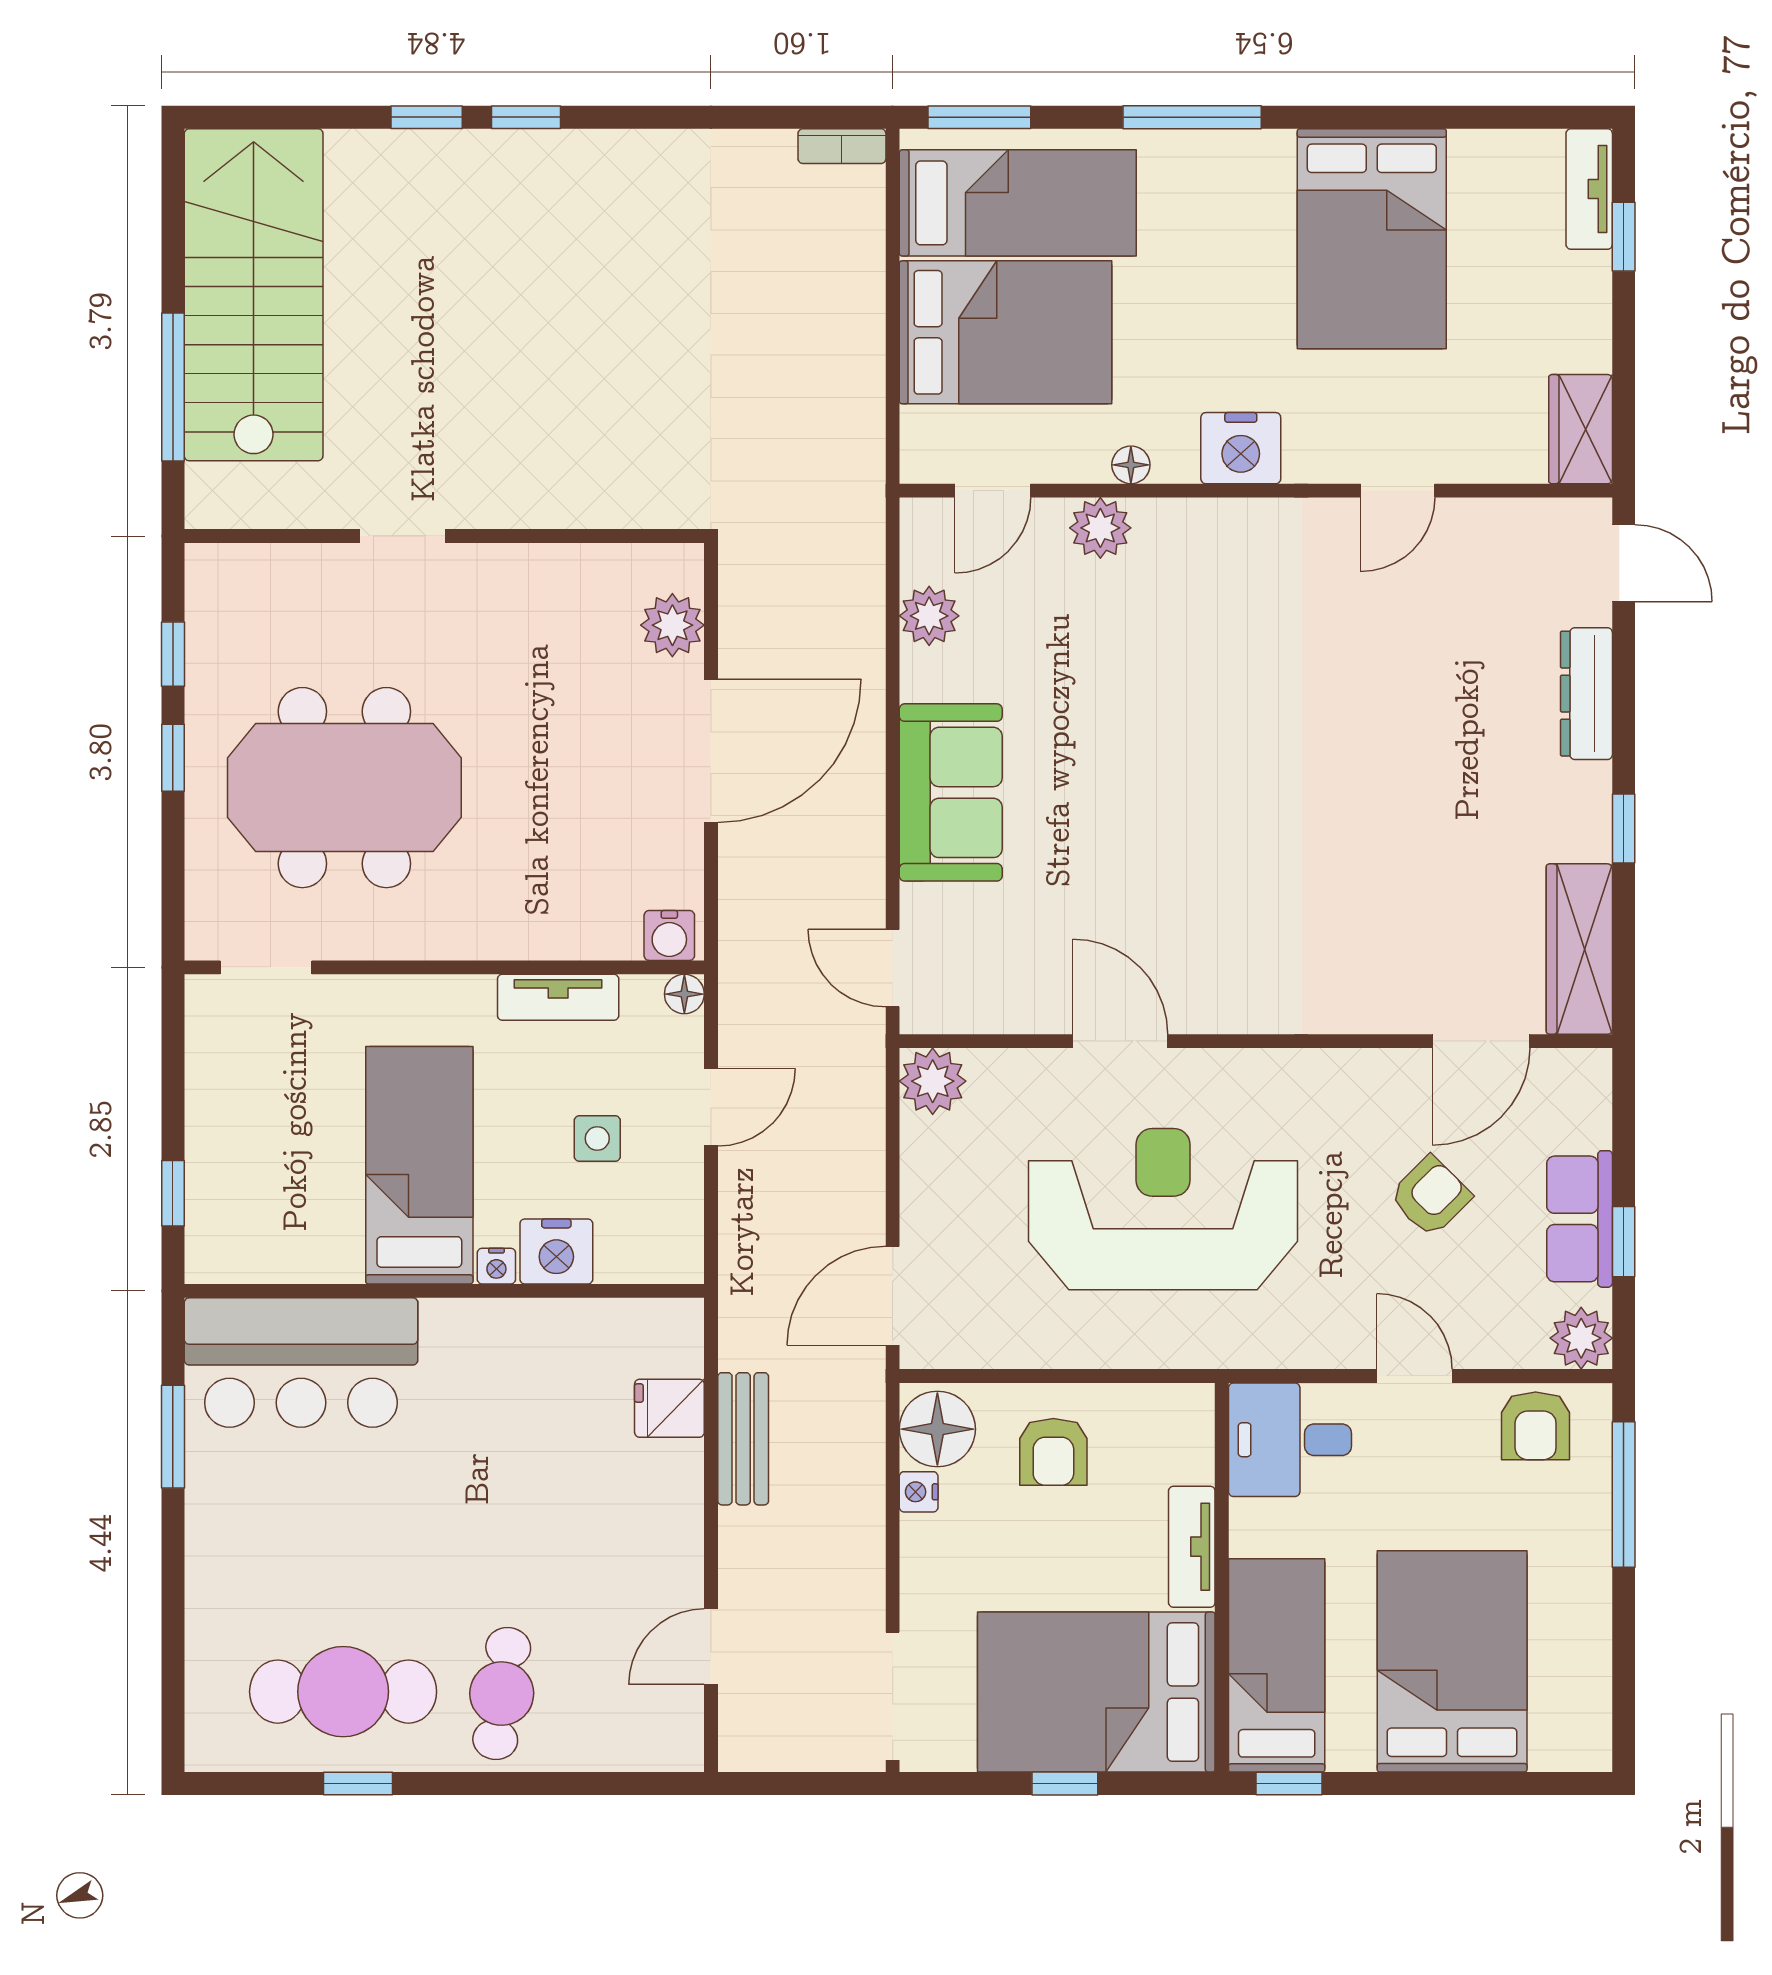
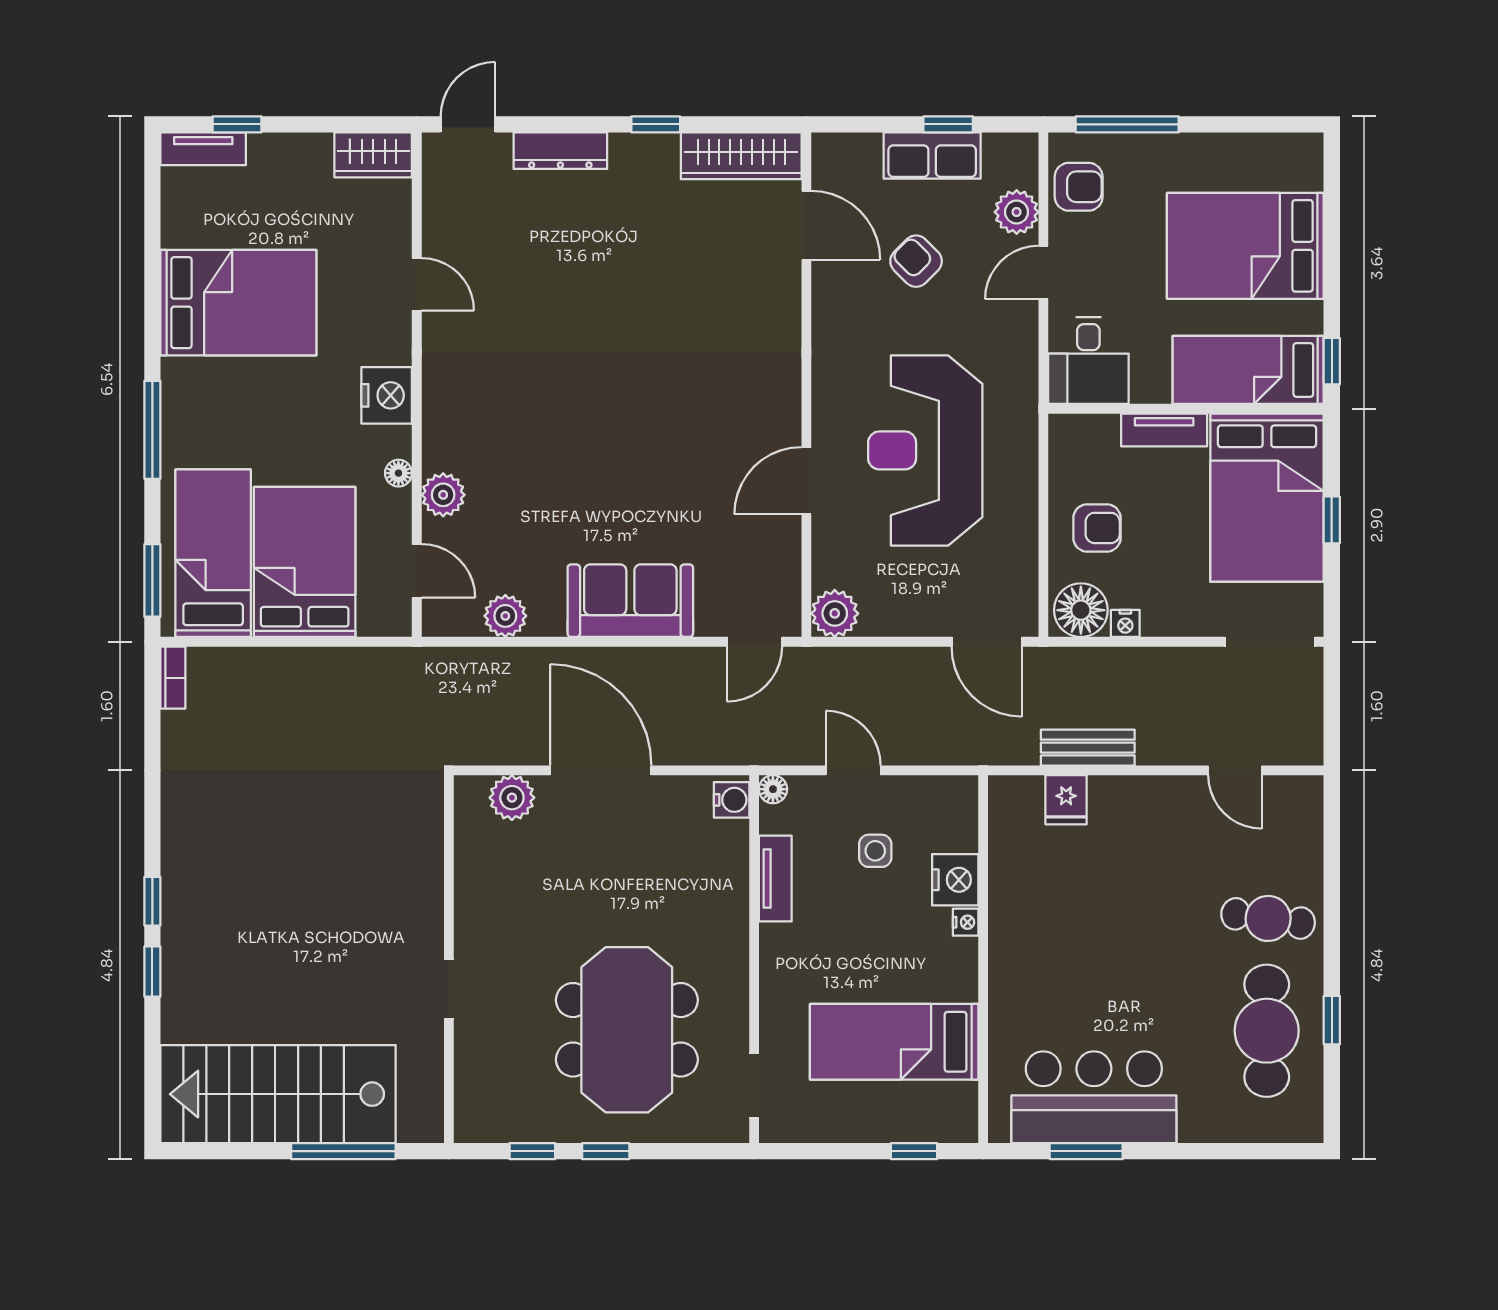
bed: (419, 1165) -> (894, 1042), moved
plant: (1581, 1338) -> (1017, 212), moved
bar counter: (301, 1363) -> (1094, 1097), moved, turned -90

